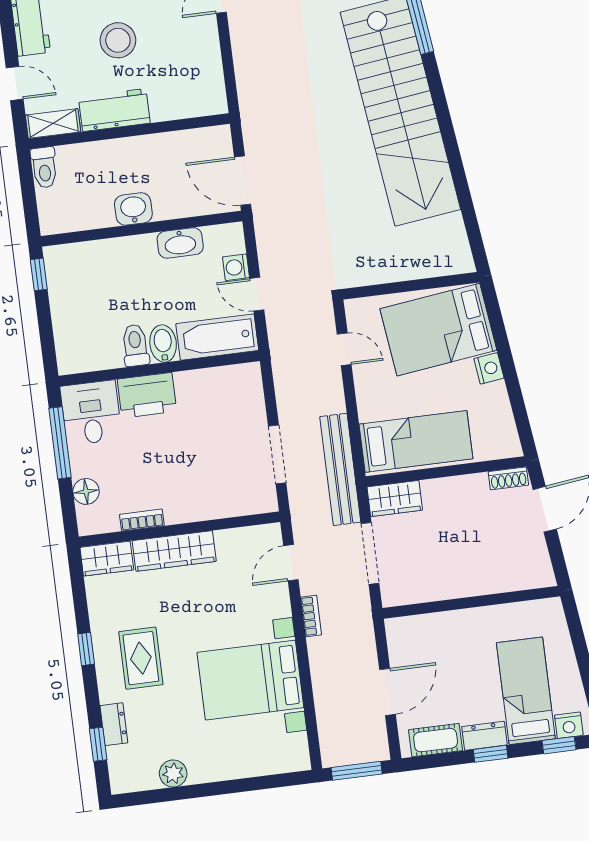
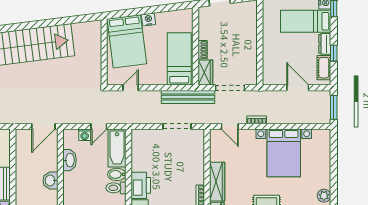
shoe rack: (508, 478) -> (203, 50), moved
window: (491, 754) -> (334, 53), moved

